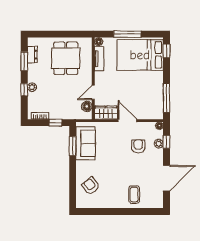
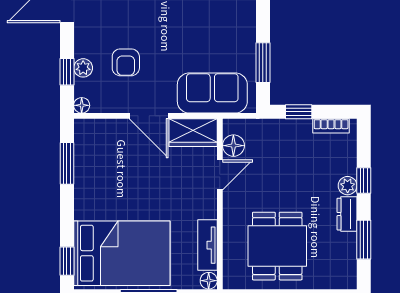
dresser: (32, 55) -> (347, 214), moved
window: (166, 98) -> (67, 163), width x0.69
sofa: (86, 143) -> (212, 93), moved, turned 90

